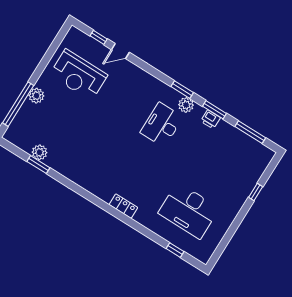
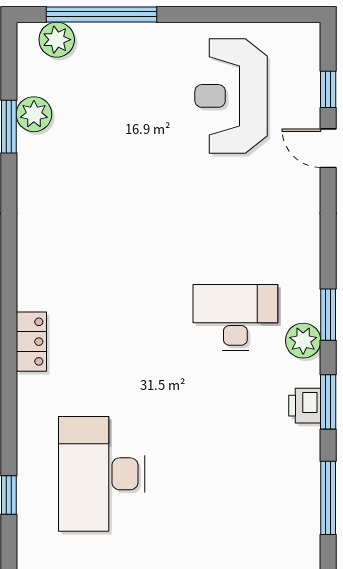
plant: (36, 96) -> (57, 40), moved

